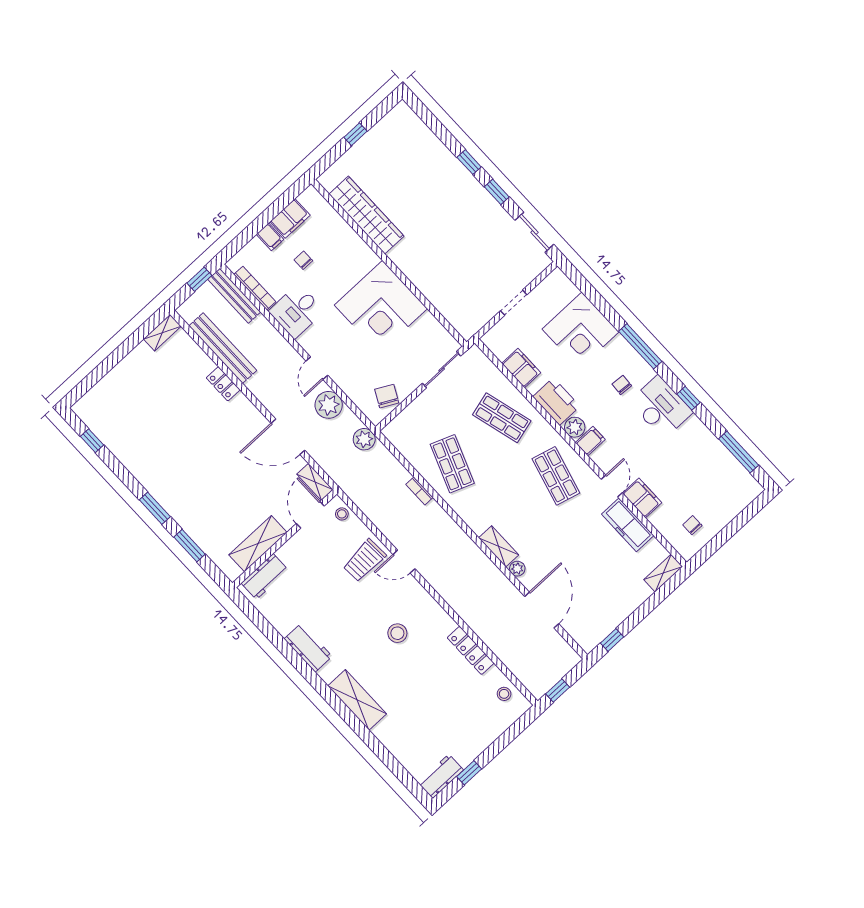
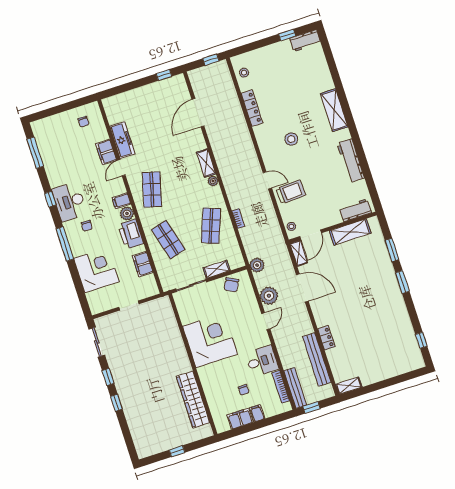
plant: (517, 569) -> (213, 181), moved
shelving: (663, 573) -> (217, 269), moved
workbench: (308, 648) -> (351, 161), width x1.38

